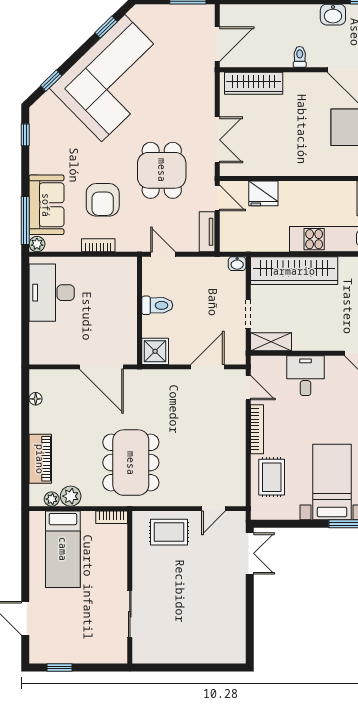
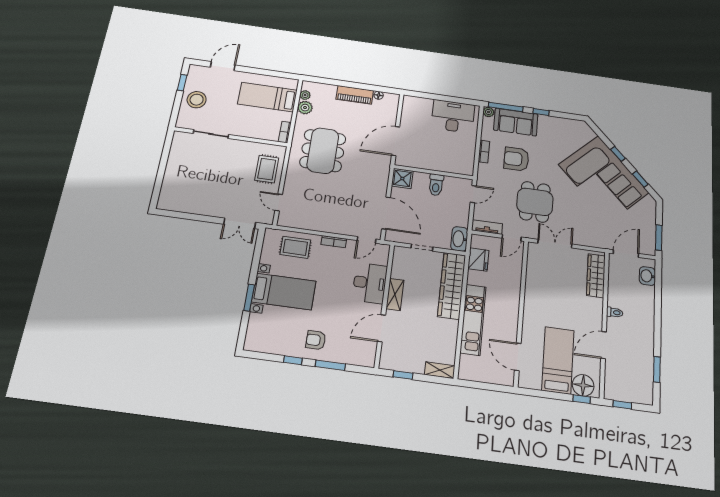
washbasin: (333, 15) -> (647, 276), moved
door: (217, 44) -> (626, 254), swing flipped
window: (51, 81) -> (618, 154), moved
window: (25, 135) -> (541, 112), moved
double door: (217, 140) -> (555, 244), swing flipped
dining table: (162, 170) -> (535, 202), turned 90
fridge: (263, 193) -> (478, 260), moved, turned 180
washbasin: (237, 264) -> (459, 239), width x1.91, depth x1.45
shelving: (271, 342) -> (395, 294), moved
door: (207, 367) -> (386, 213), width x1.36
desk: (306, 376) -> (370, 283), width x1.37
bookcase: (257, 429) -> (334, 242), width x0.64
piano: (40, 459) -> (355, 95), moved
dining table: (131, 463) -> (323, 151), turned 90
stool: (82, 643) -> (197, 100), added

